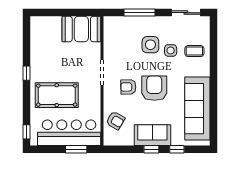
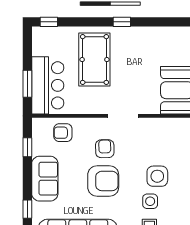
armchair: (115, 121) -> (63, 133), turned 60
bar counter: (69, 133) -> (48, 85), width x0.73
window: (151, 149) -> (27, 147), moved

